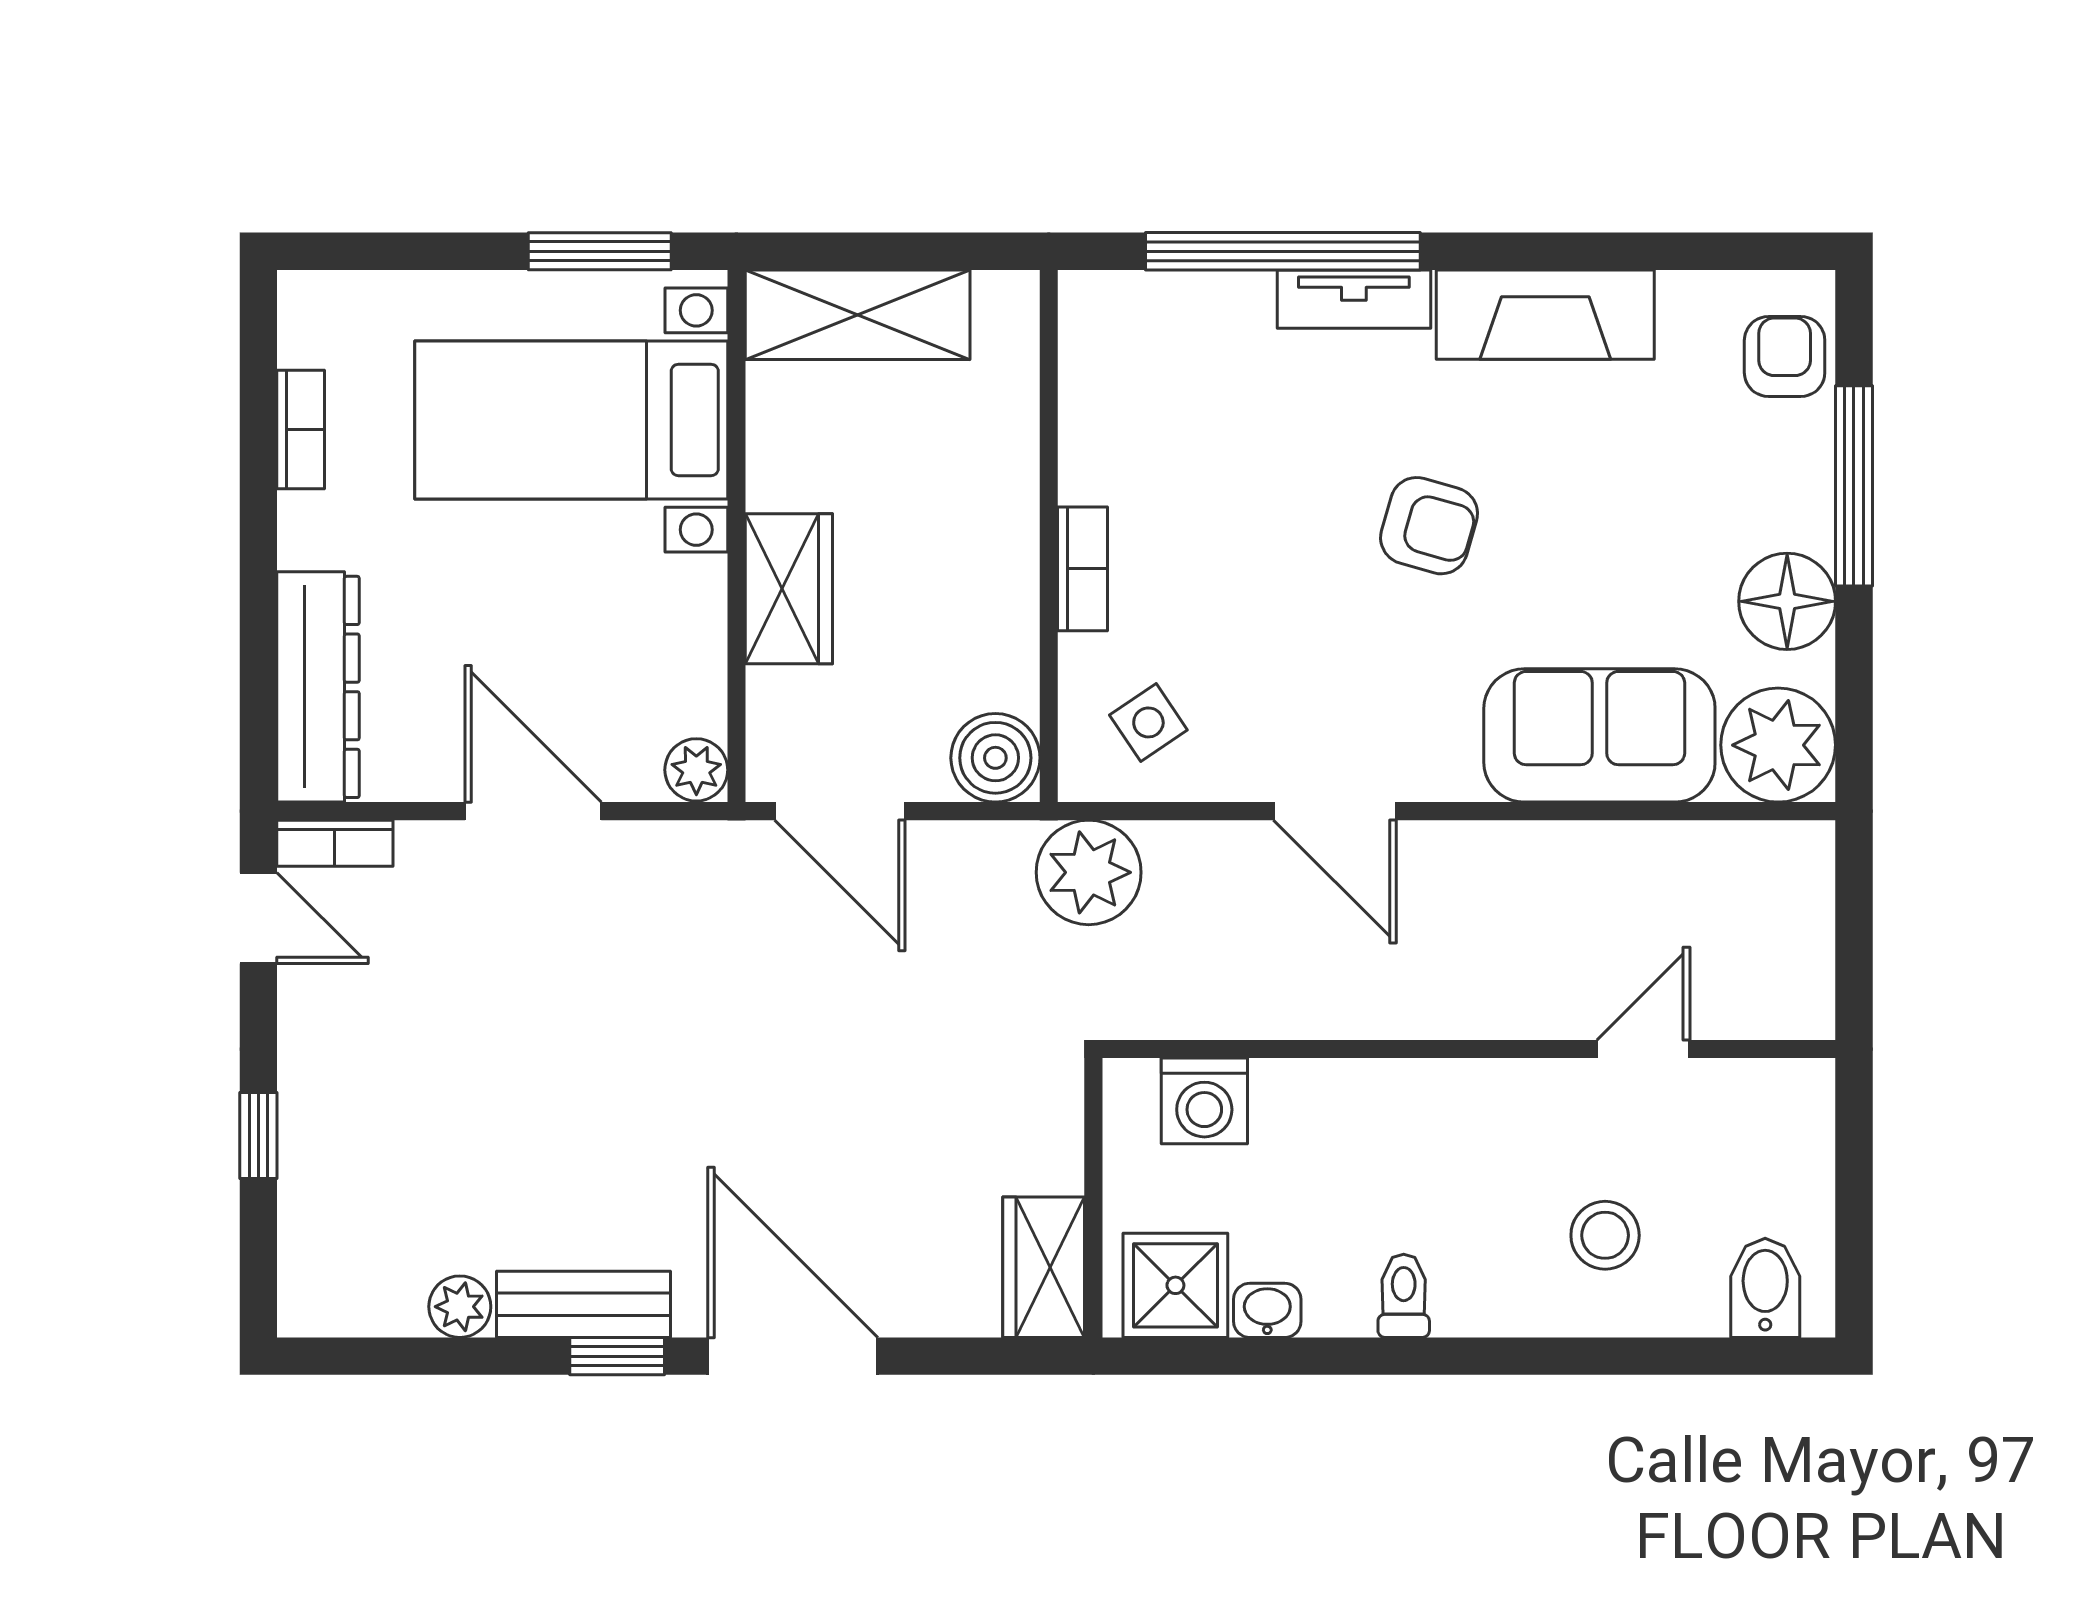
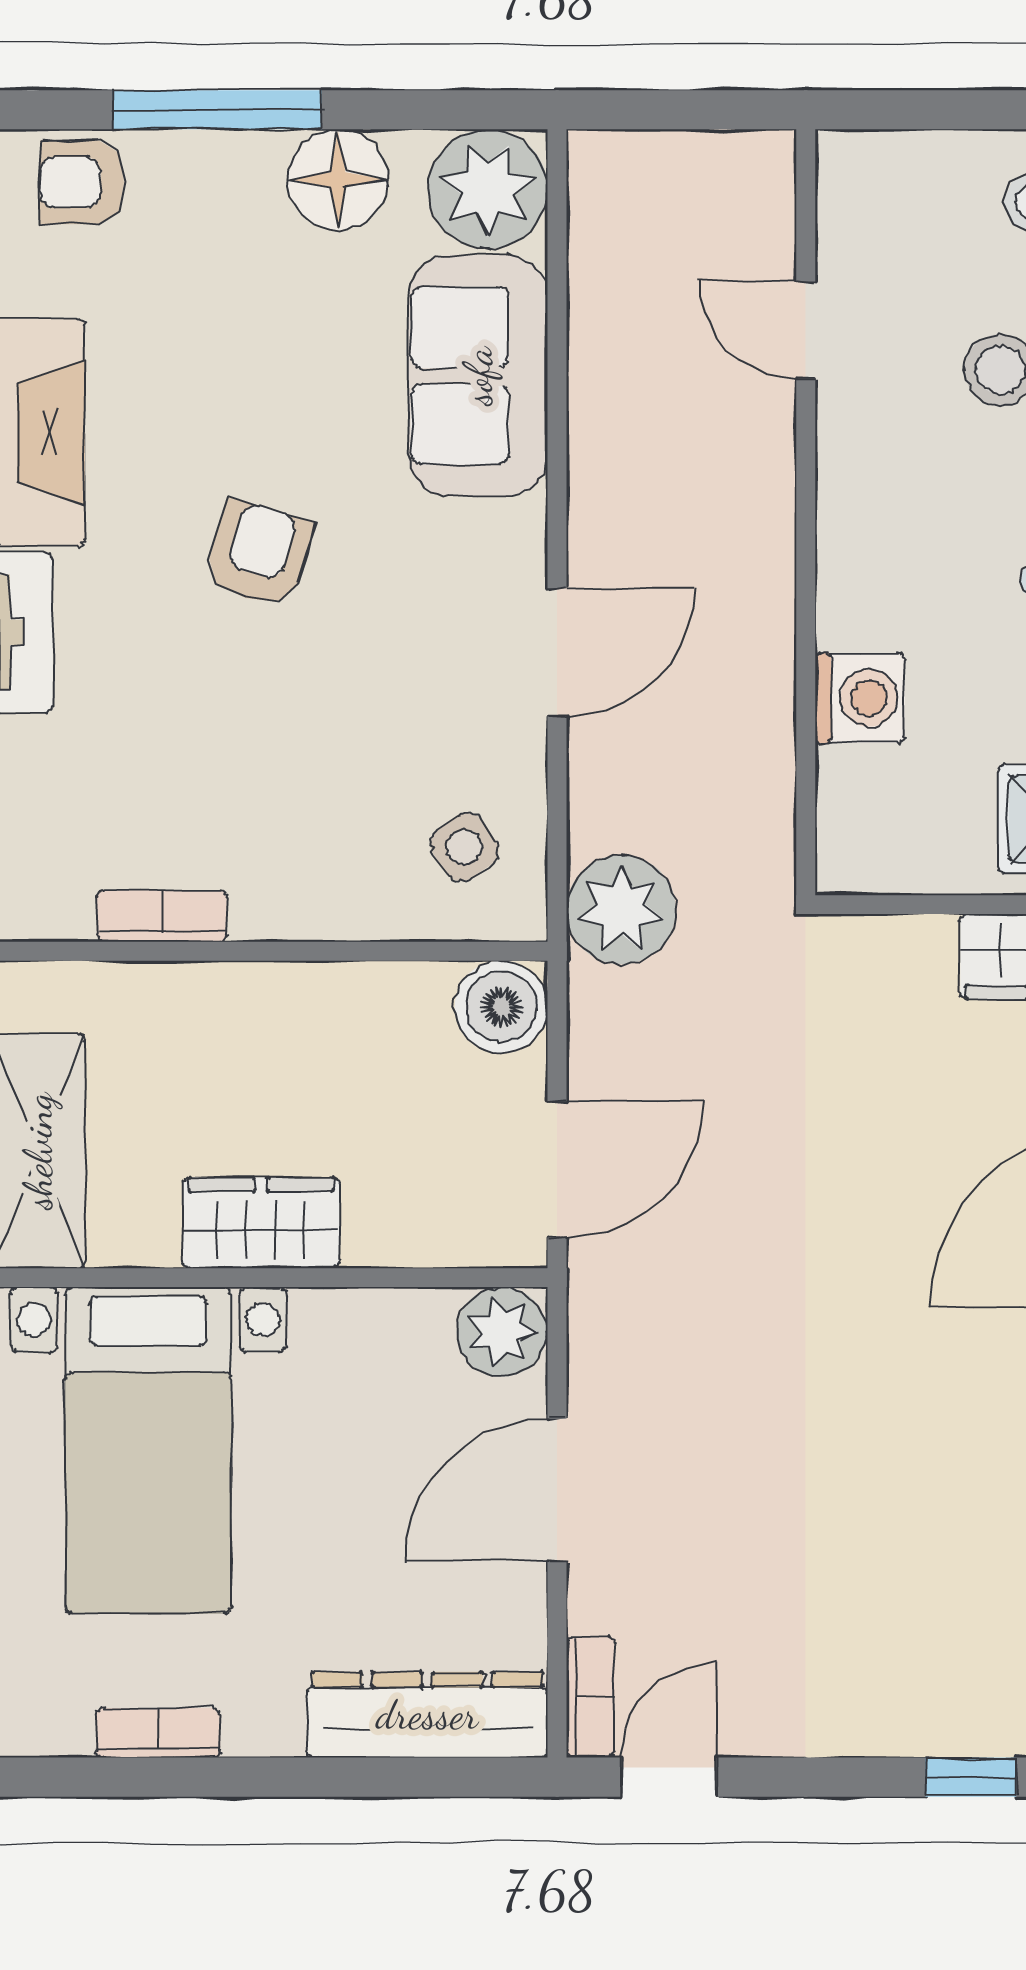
bookcase: (1082, 569) -> (162, 916), moved
wardrobe: (789, 589) -> (261, 1223), moved
plant: (696, 770) -> (502, 1332), width x1.38, depth x1.38
washing machine: (1204, 1101) -> (860, 698), moved
window: (258, 1135) -> (971, 1777), moved

